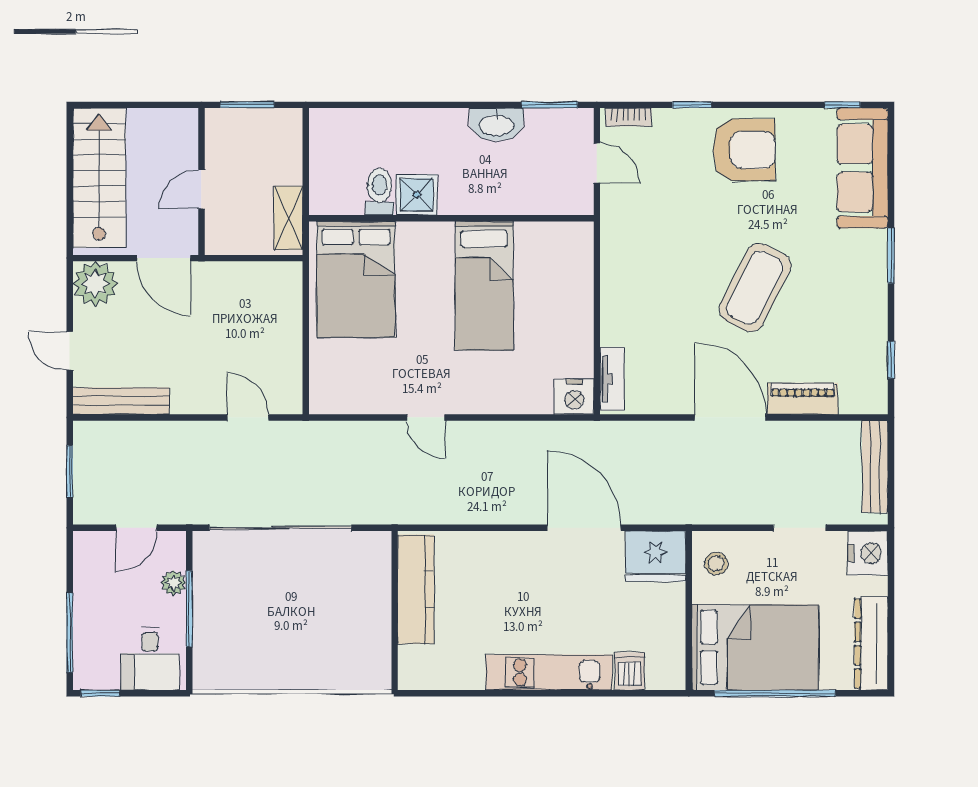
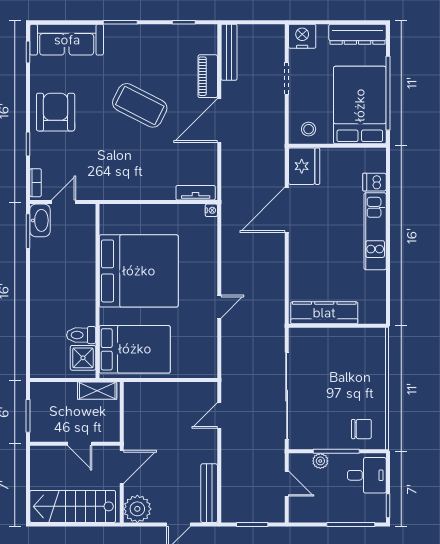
washbasin: (497, 124) -> (40, 220), moved
shower: (417, 195) -> (83, 358), moved
bed: (484, 286) -> (139, 271), width x2.04
nightstand: (574, 397) -> (211, 210), width x0.53, depth x0.56
bench: (875, 467) -> (229, 52), moved, turned 90
chair: (226, 650) -> (361, 429), added

